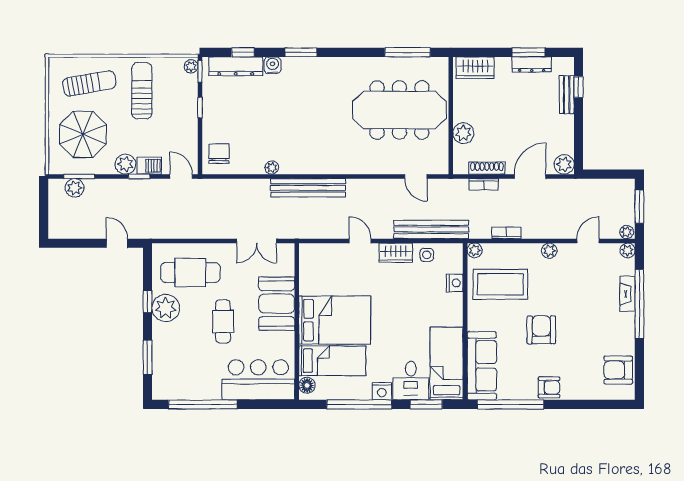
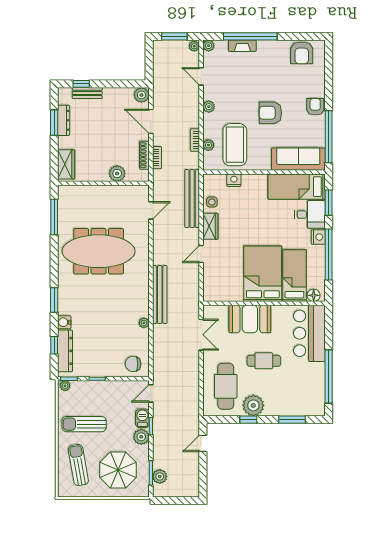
meeting table: (399, 110) -> (99, 251), moved, turned 90
plant: (475, 250) -> (208, 145), moved

